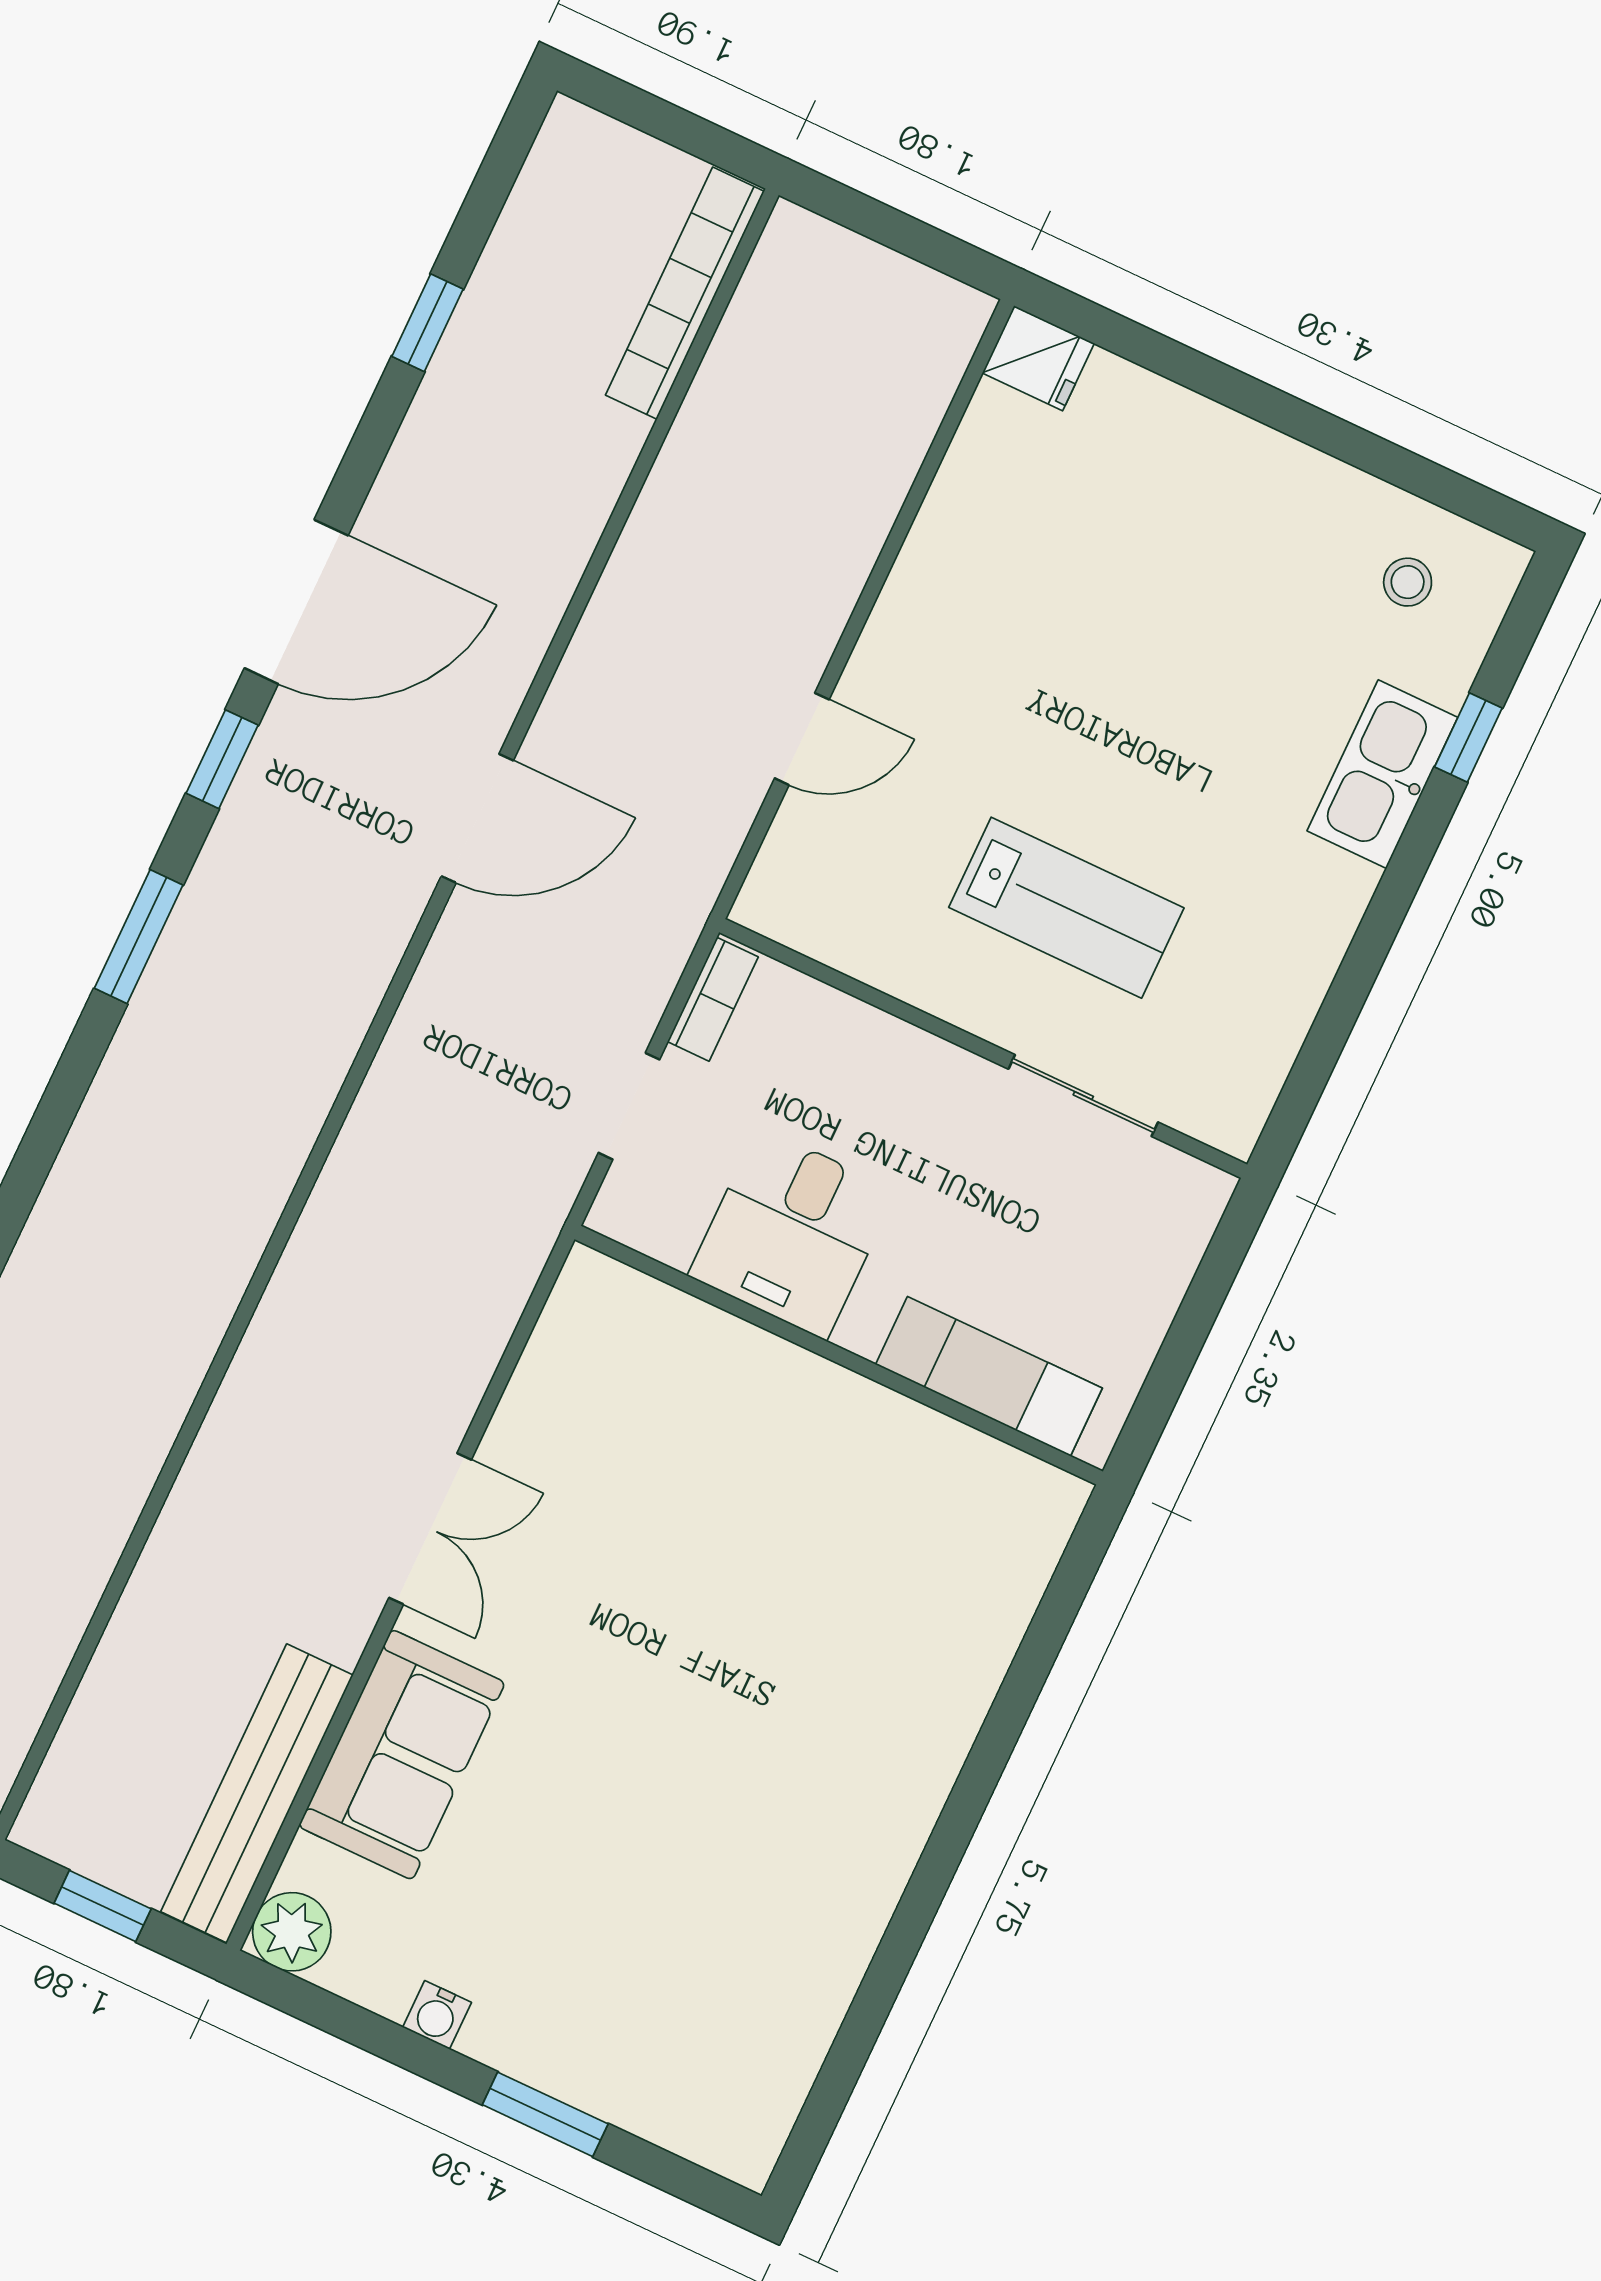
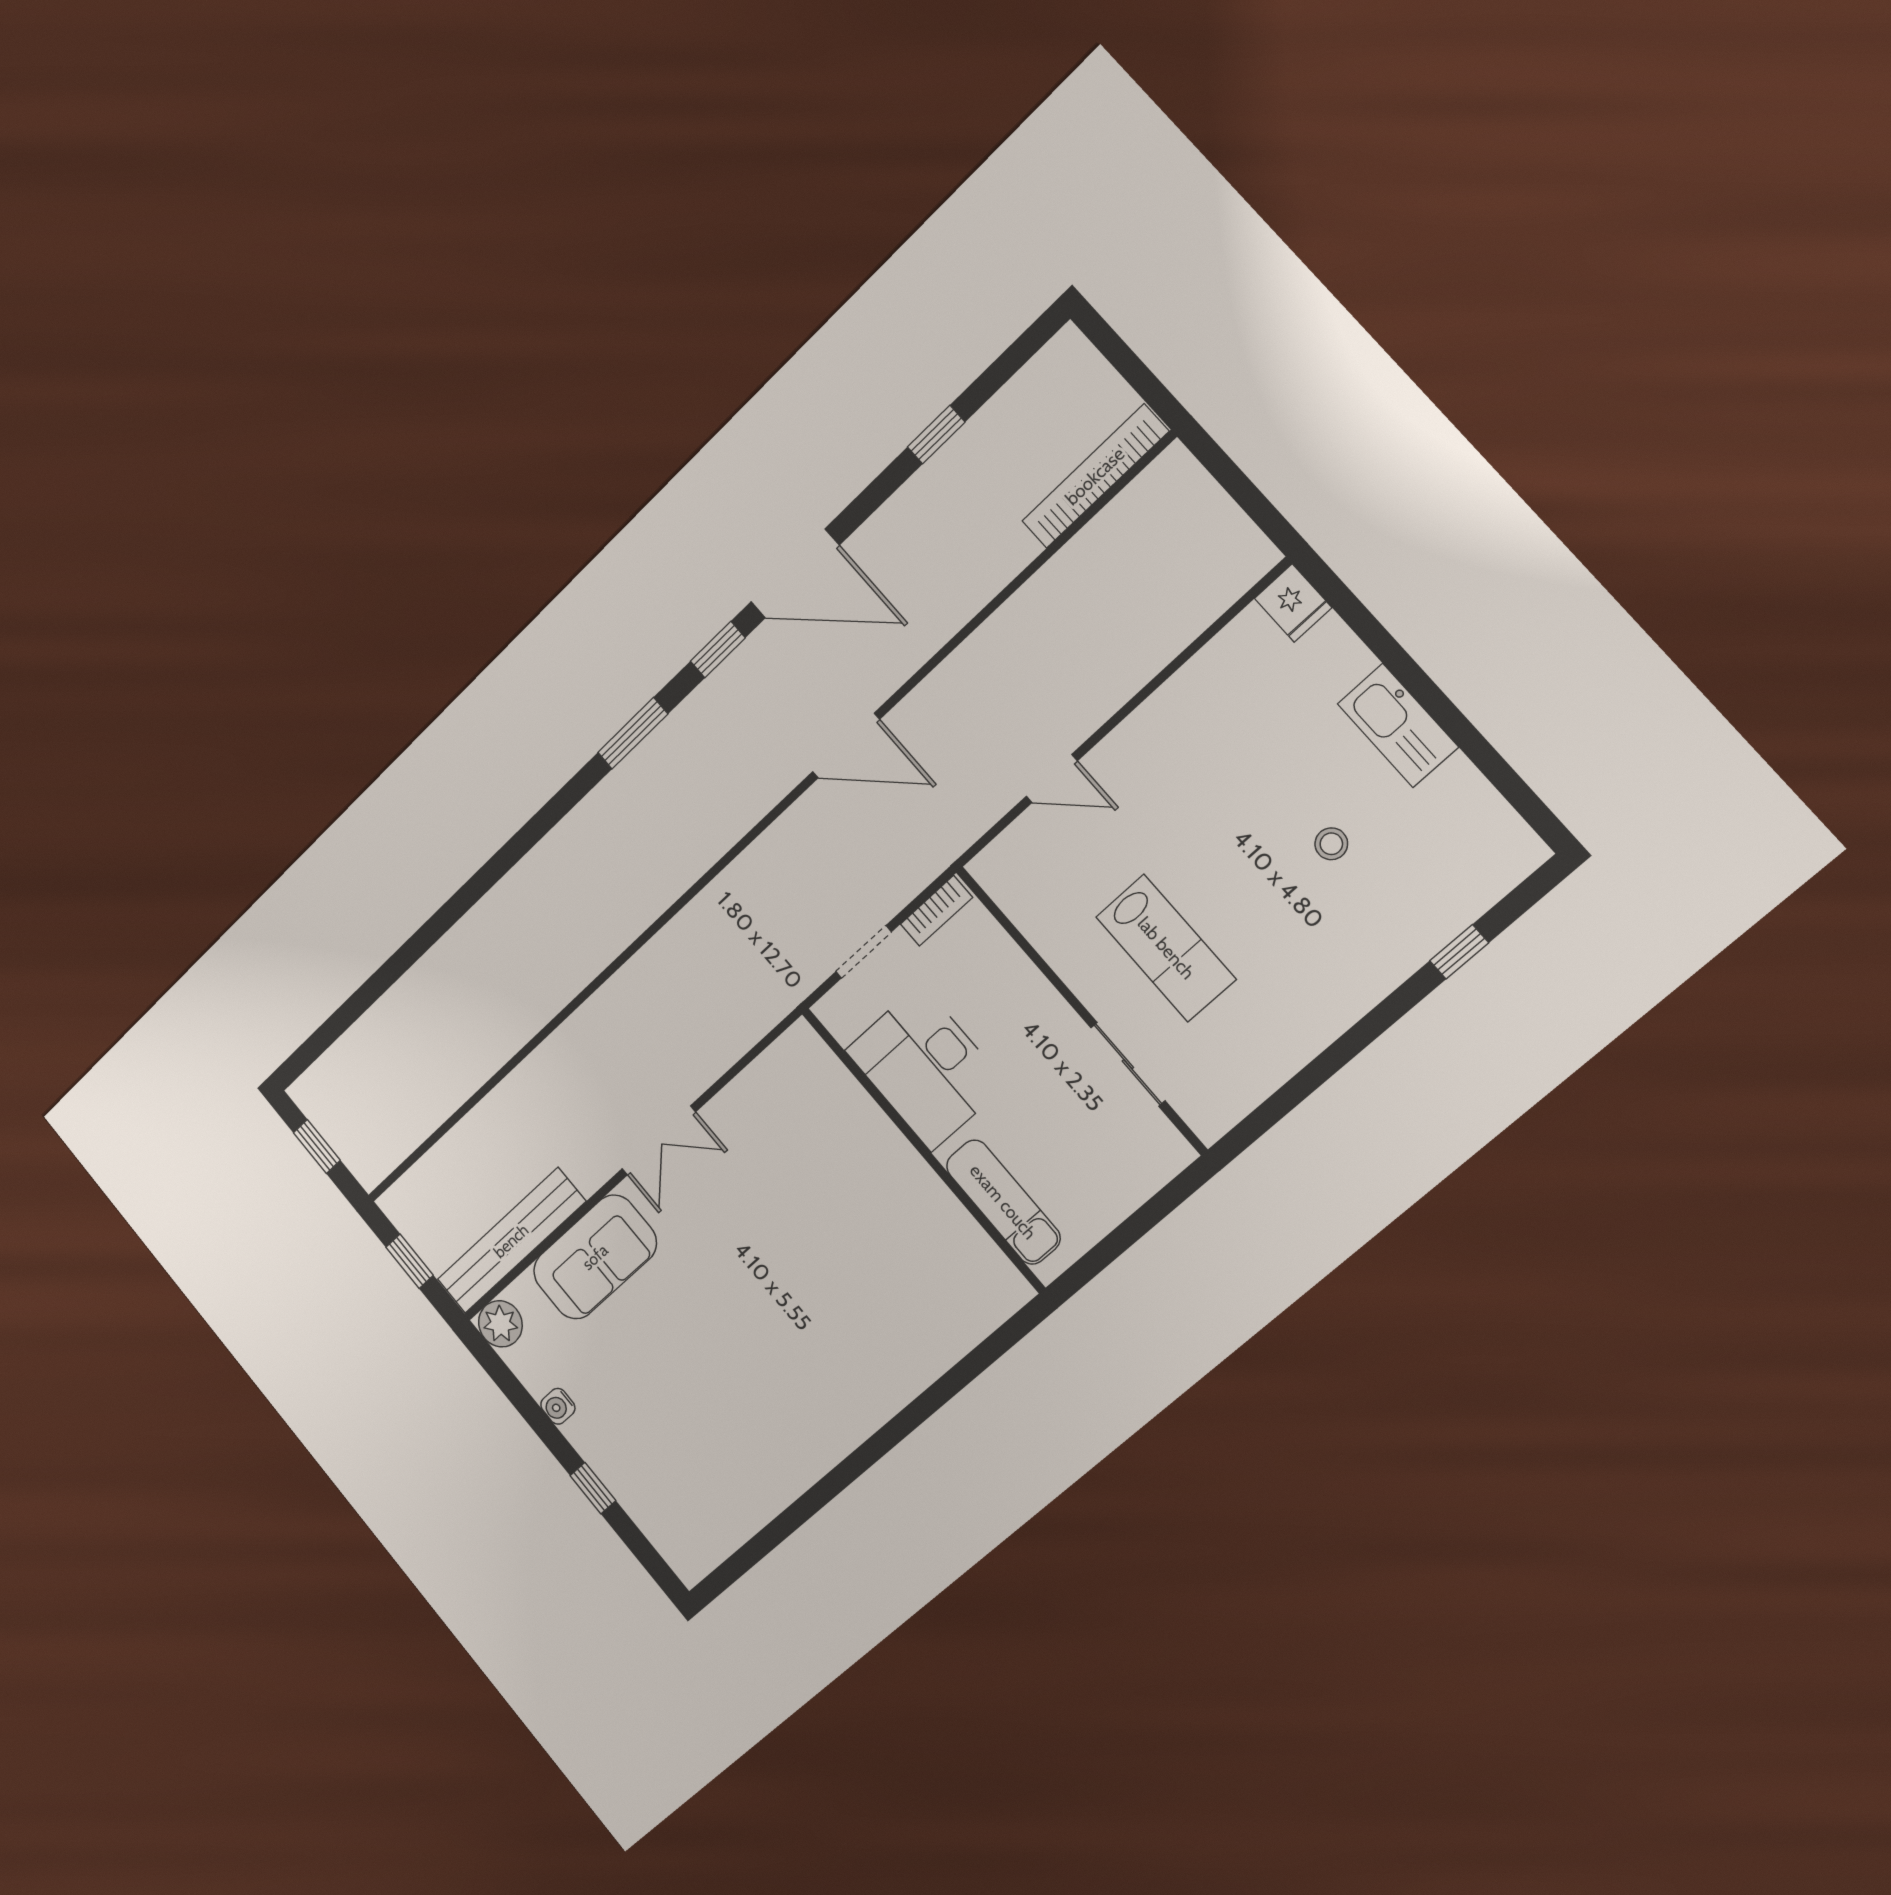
stool: (1408, 582) -> (1331, 844), moved
kitchen sink: (1382, 774) -> (1398, 725), moved, turned -90
desk: (792, 1233) -> (926, 1067), width x1.37
window: (545, 2114) -> (593, 1488), width x0.67

